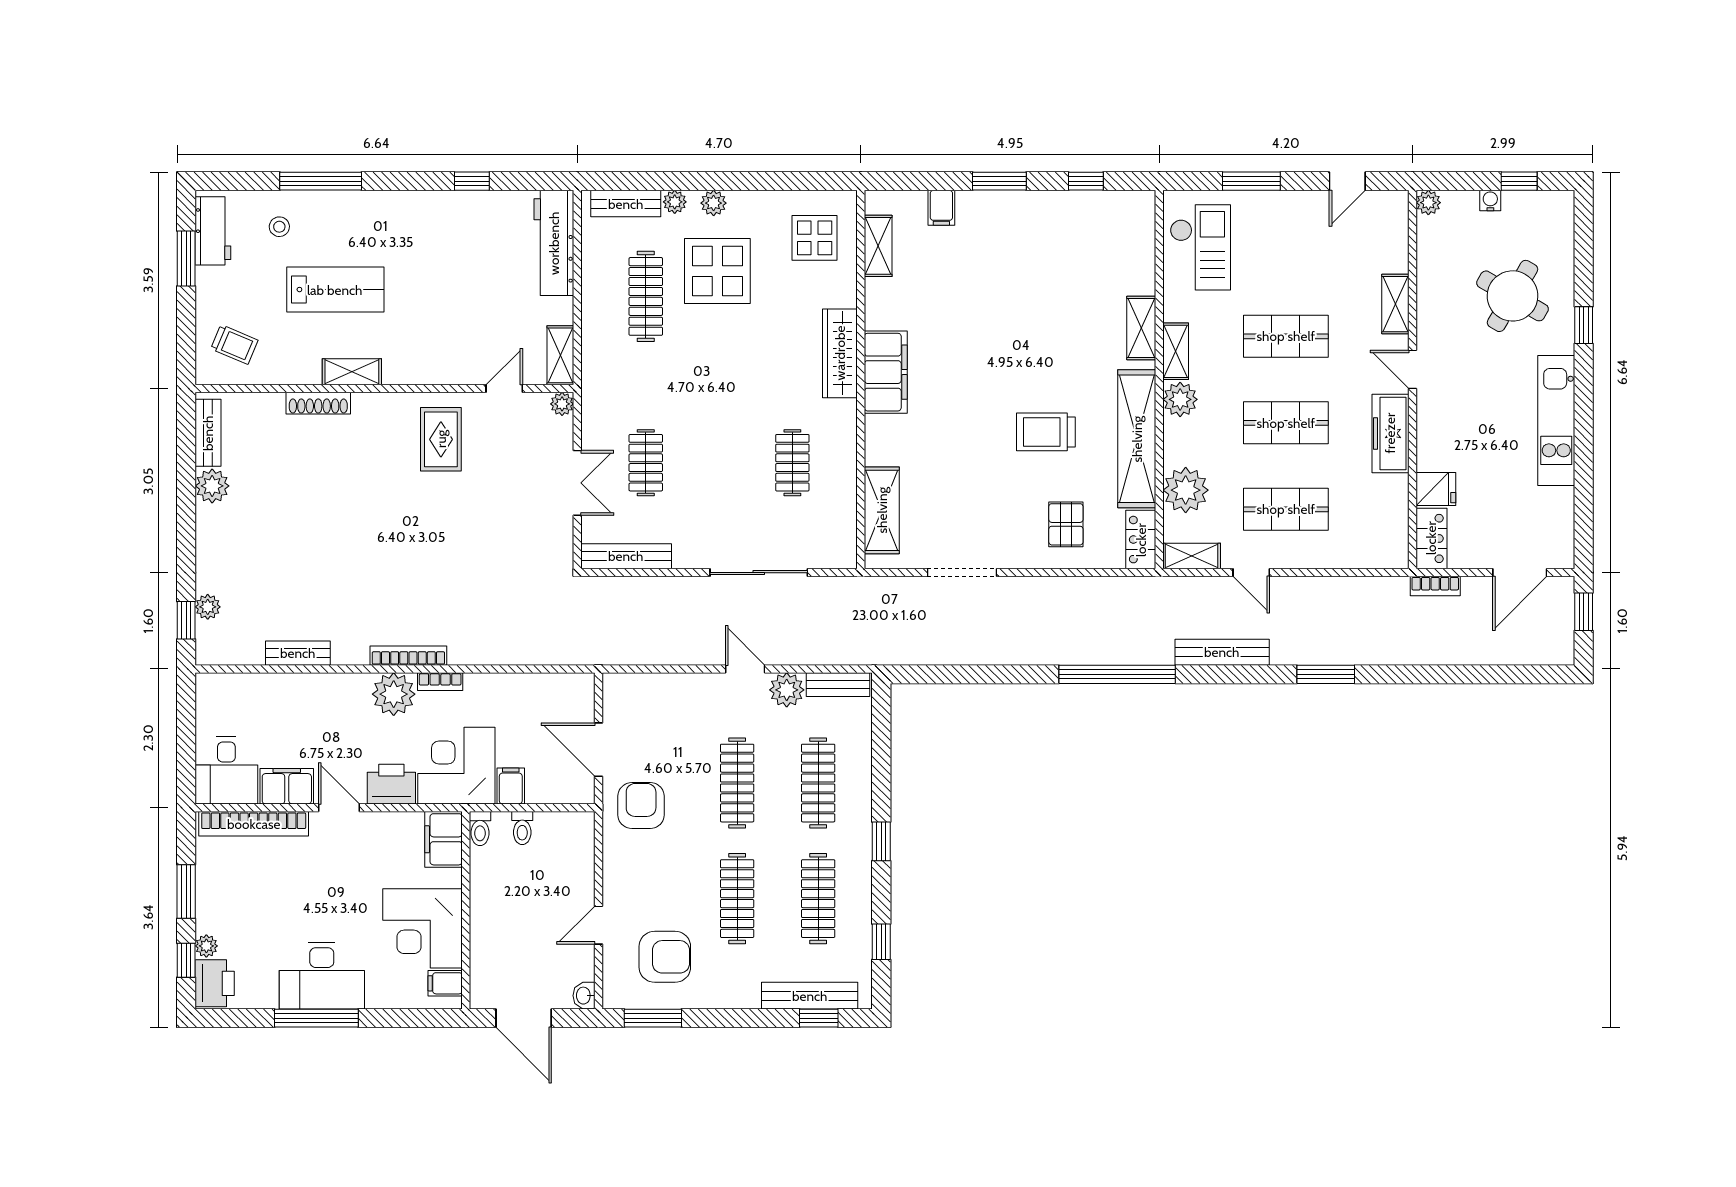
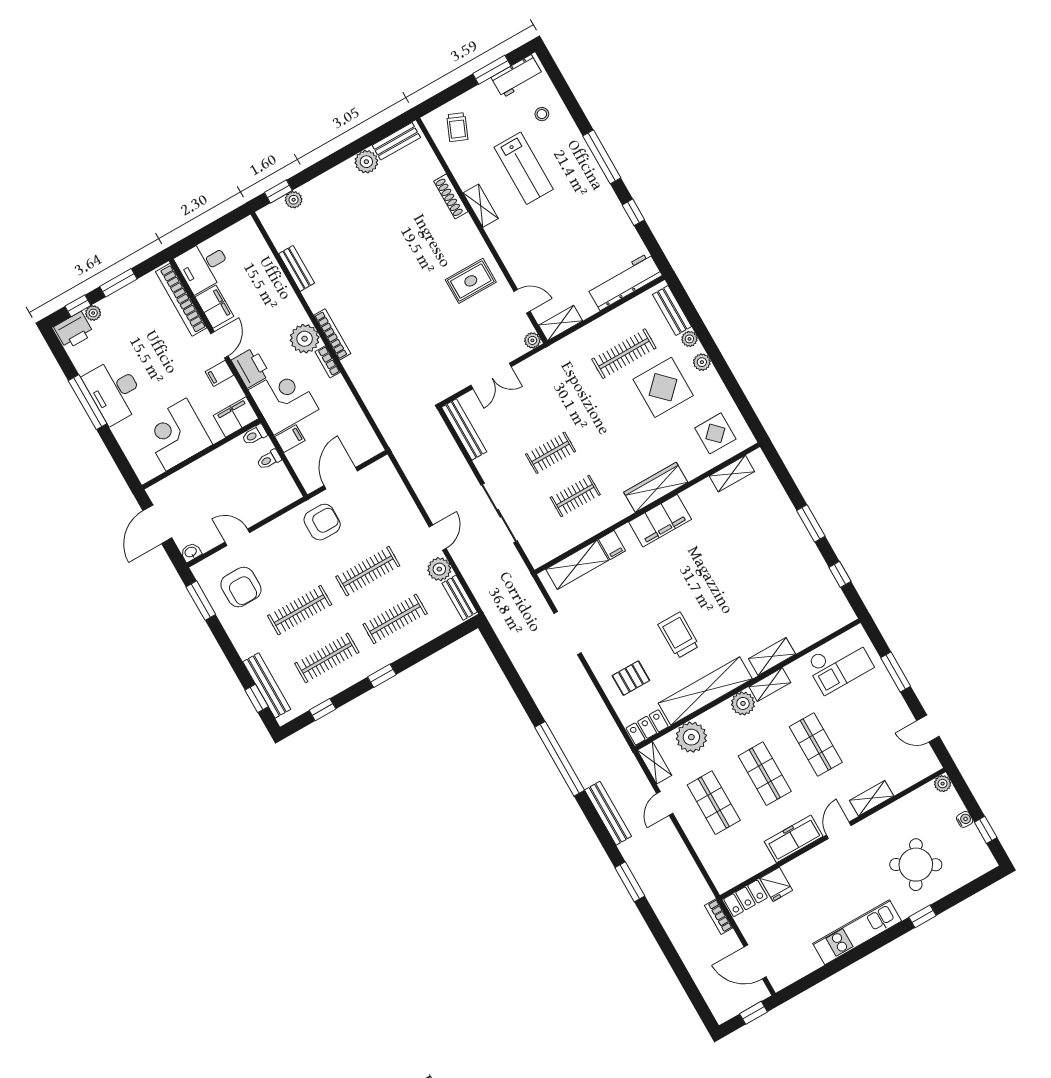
window: (321, 181) -> (602, 157), moved
filing cabinet: (941, 208) -> (612, 545), moved, turned -90
clothes rail: (646, 463) -> (551, 453), moved
filing cabinet: (445, 983) -> (219, 373), moved, turned -90

